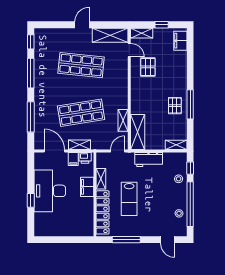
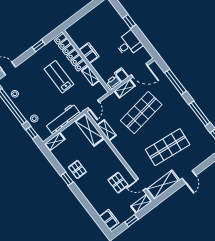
window: (190, 104) -> (67, 179), width x0.46
workbench: (149, 160) -> (63, 119), width x1.37
filing cabinet: (87, 187) -> (89, 53), moved
desk: (50, 191) -> (129, 44), width x0.53, depth x0.77
window: (126, 240) -> (39, 46), width x0.46

